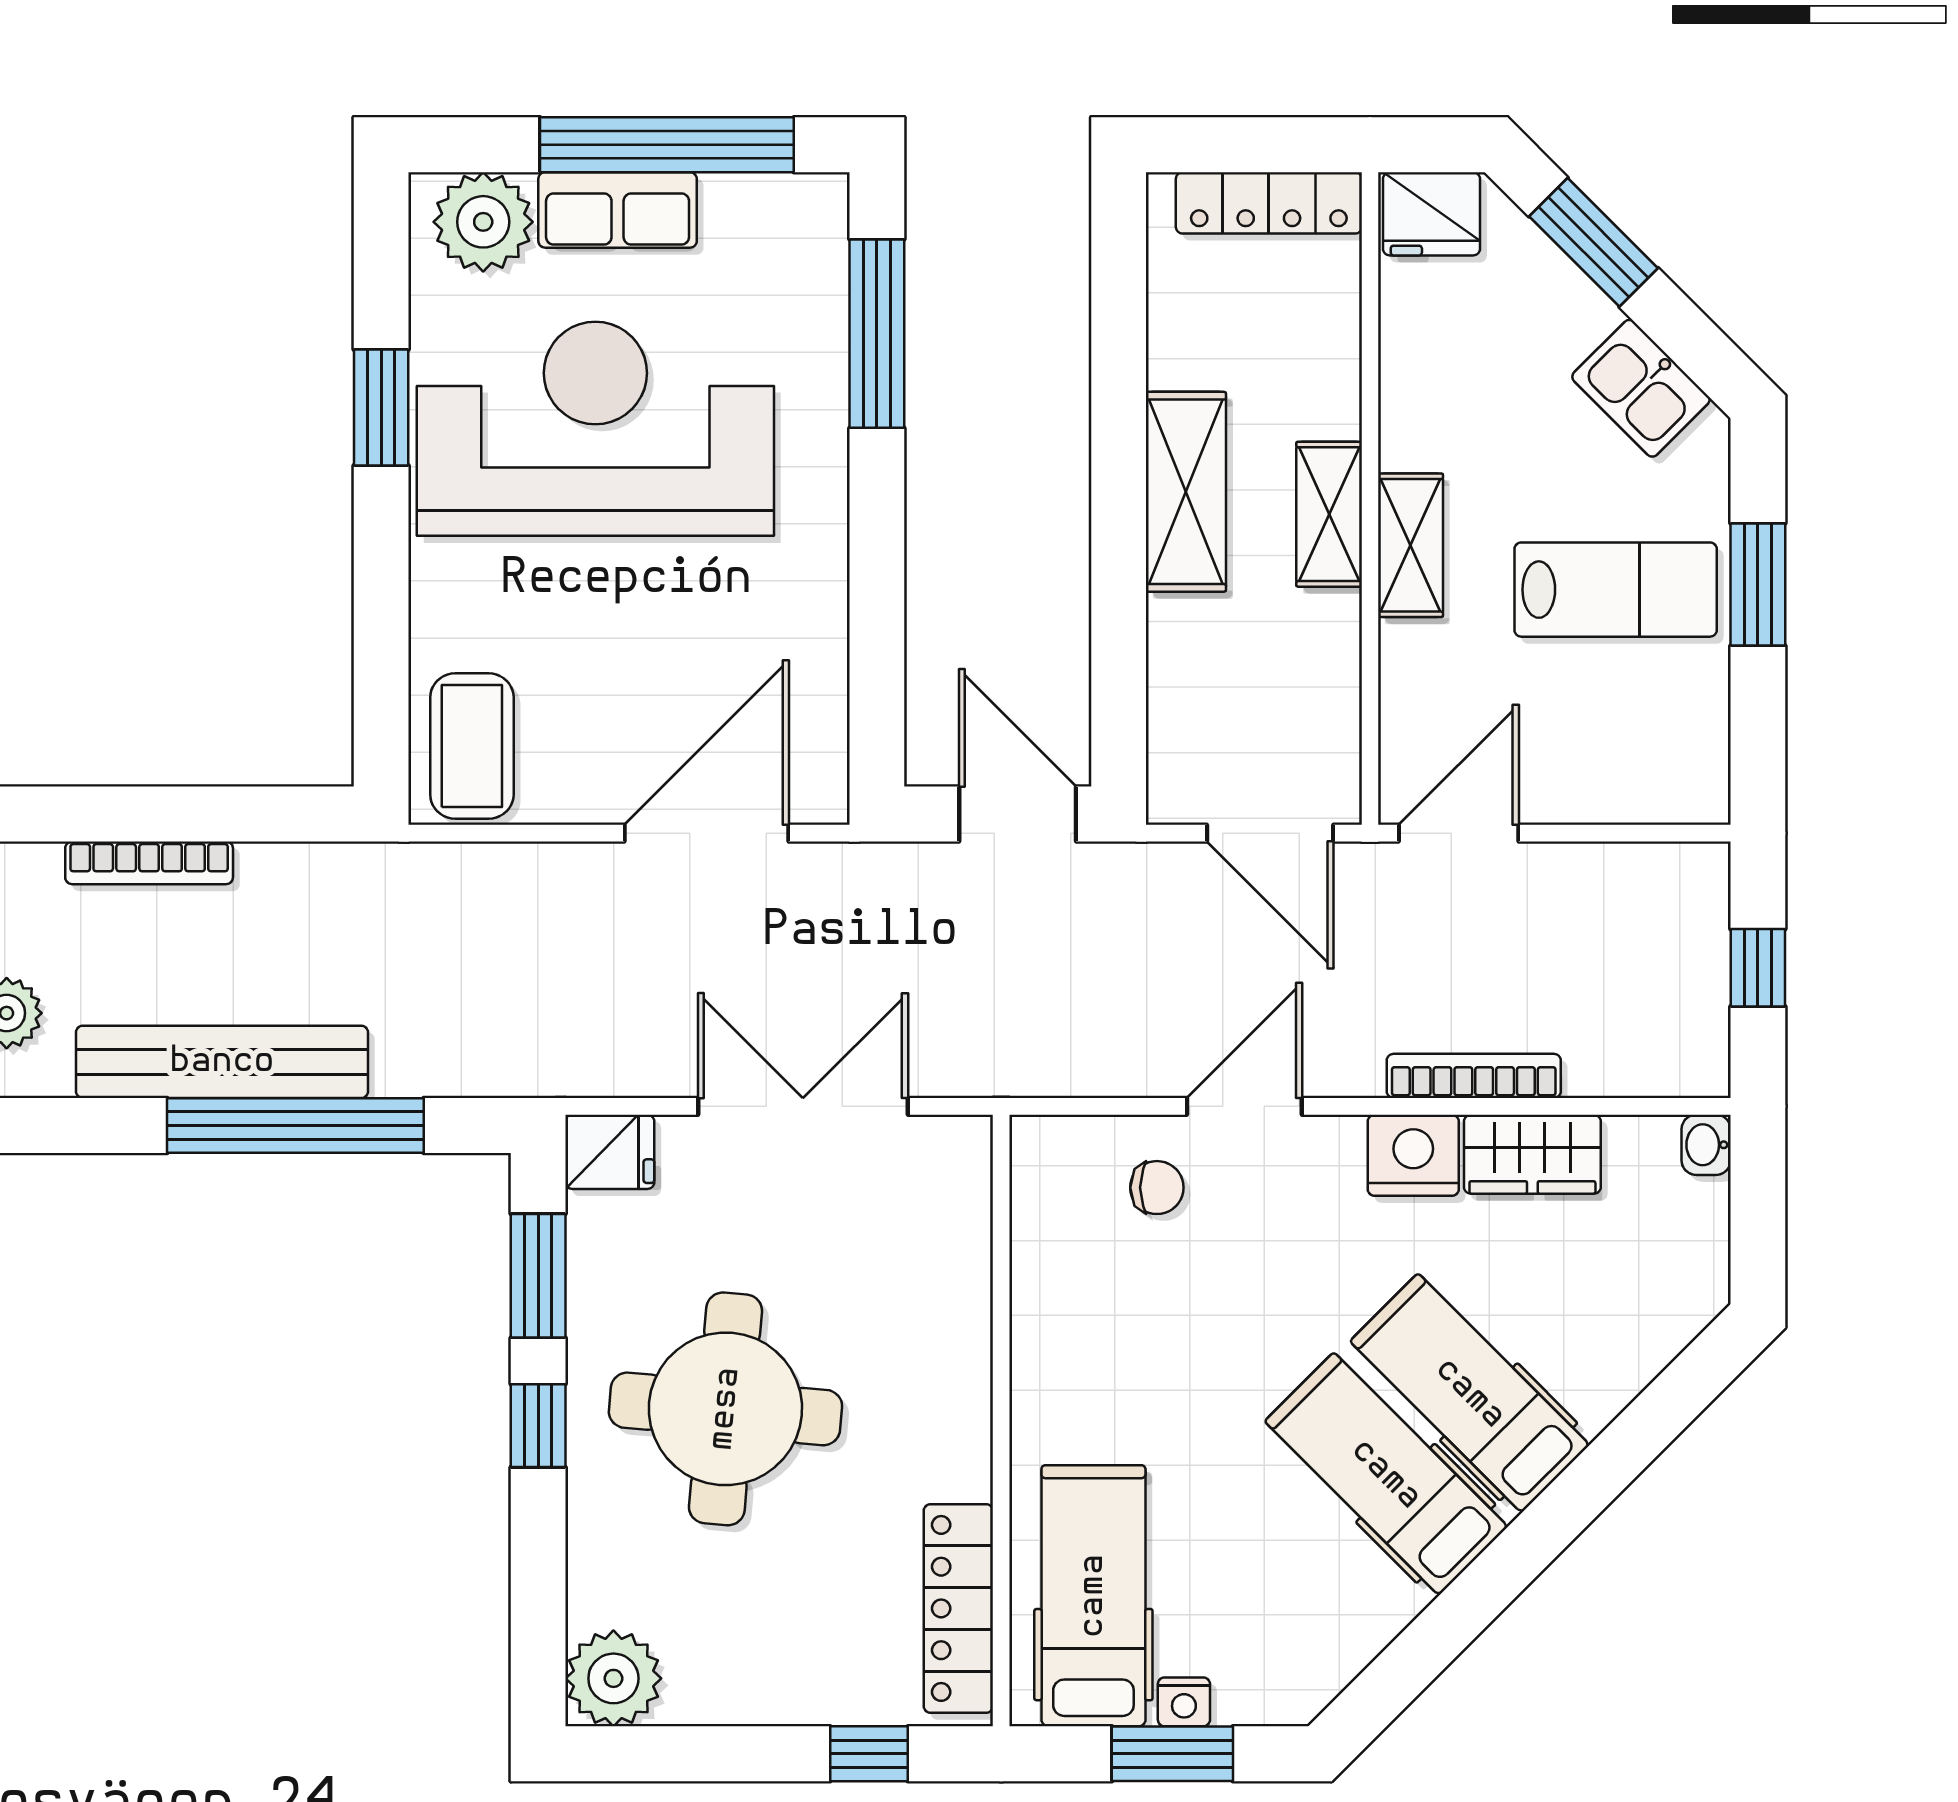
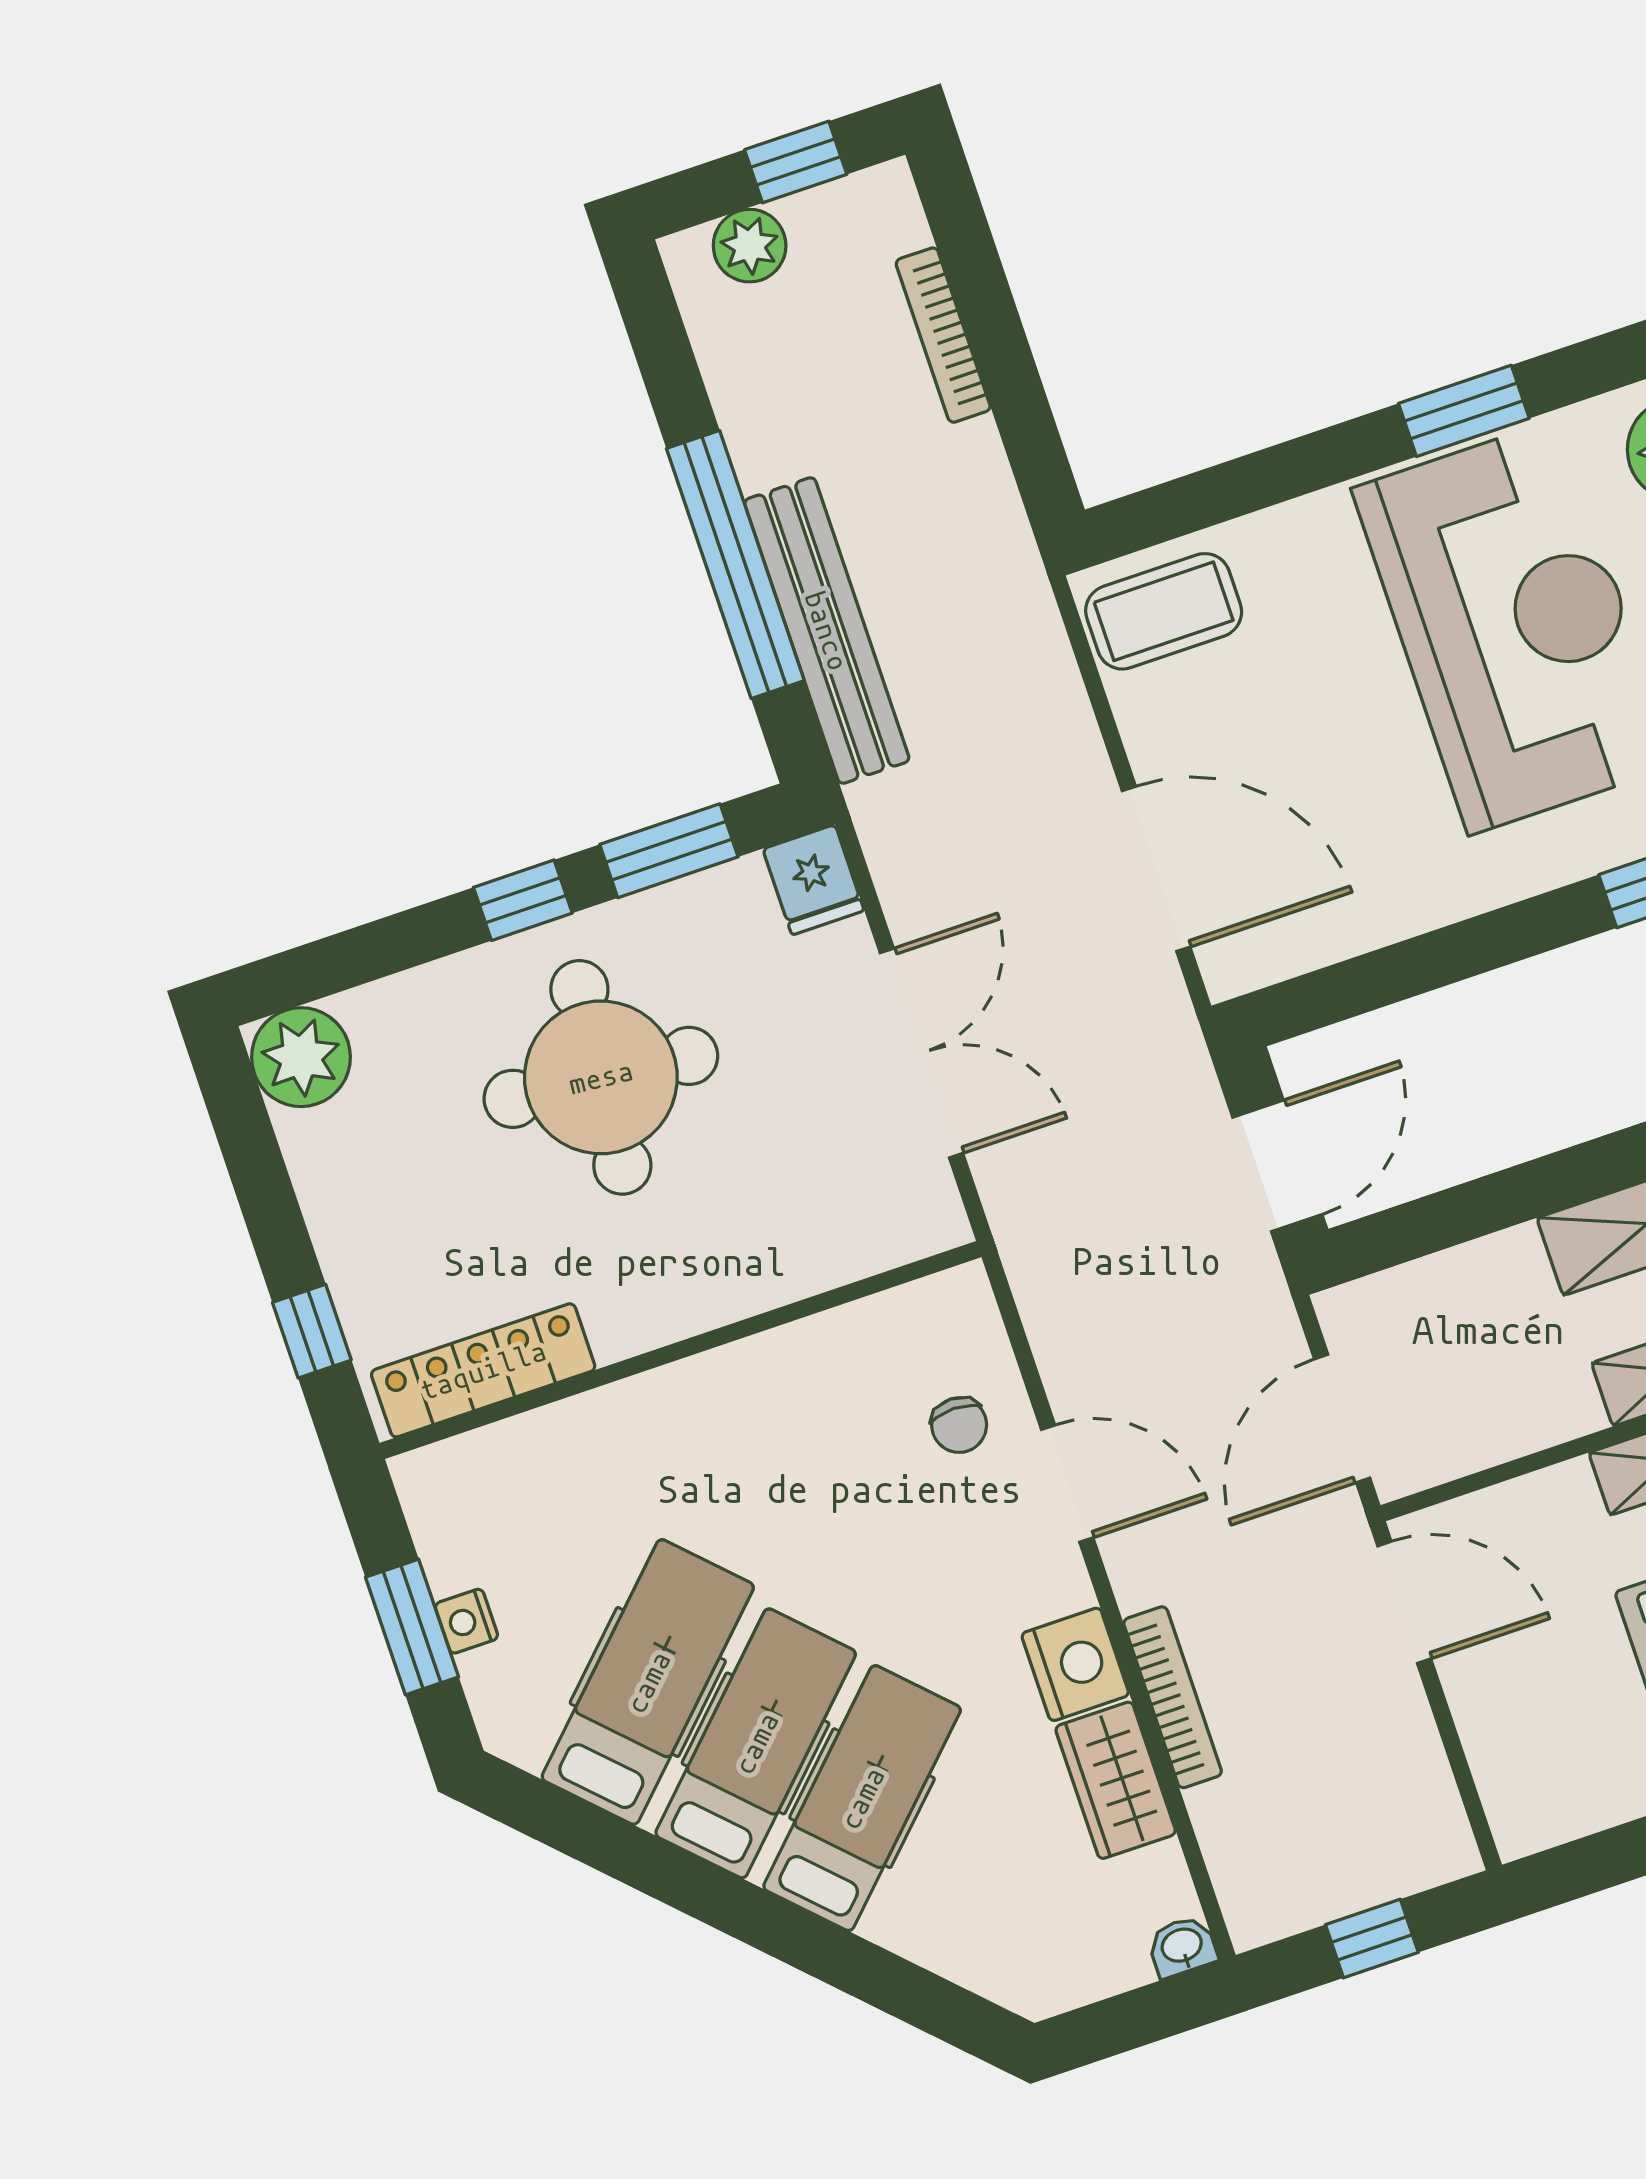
bench: (222, 1062) -> (827, 631), moved
hospital bed: (1093, 1596) -> (648, 1682), moved, turned -45

